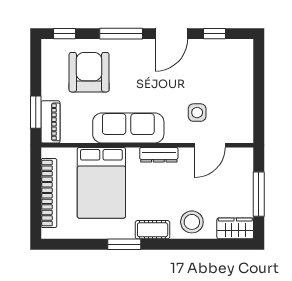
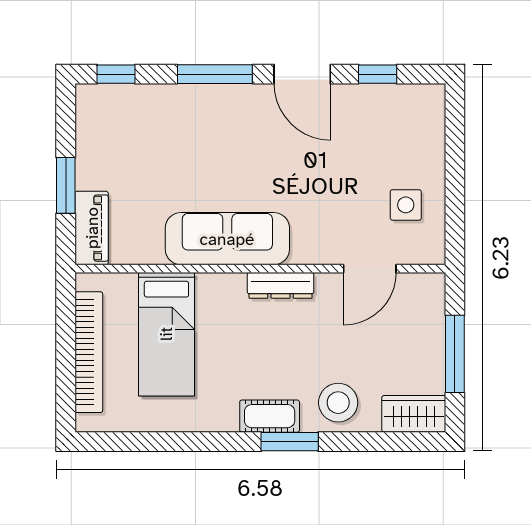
door: (171, 34) -> (302, 74), hinge flipped
armchair: (89, 72) -> (159, 141), removed
window: (36, 112) -> (66, 185), moved
side table: (197, 113) -> (406, 205), moved
bed: (101, 183) -> (166, 334), width x0.67
window: (124, 244) -> (290, 442), moved

